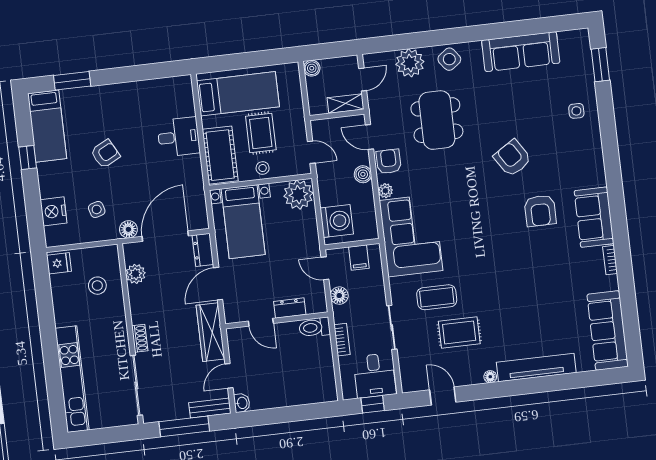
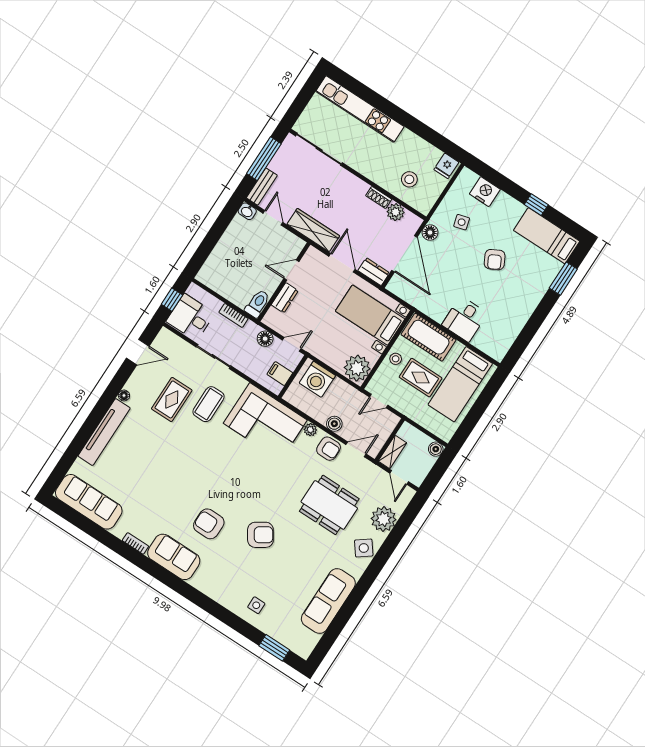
shoe rack: (140, 338) -> (379, 197), moved

